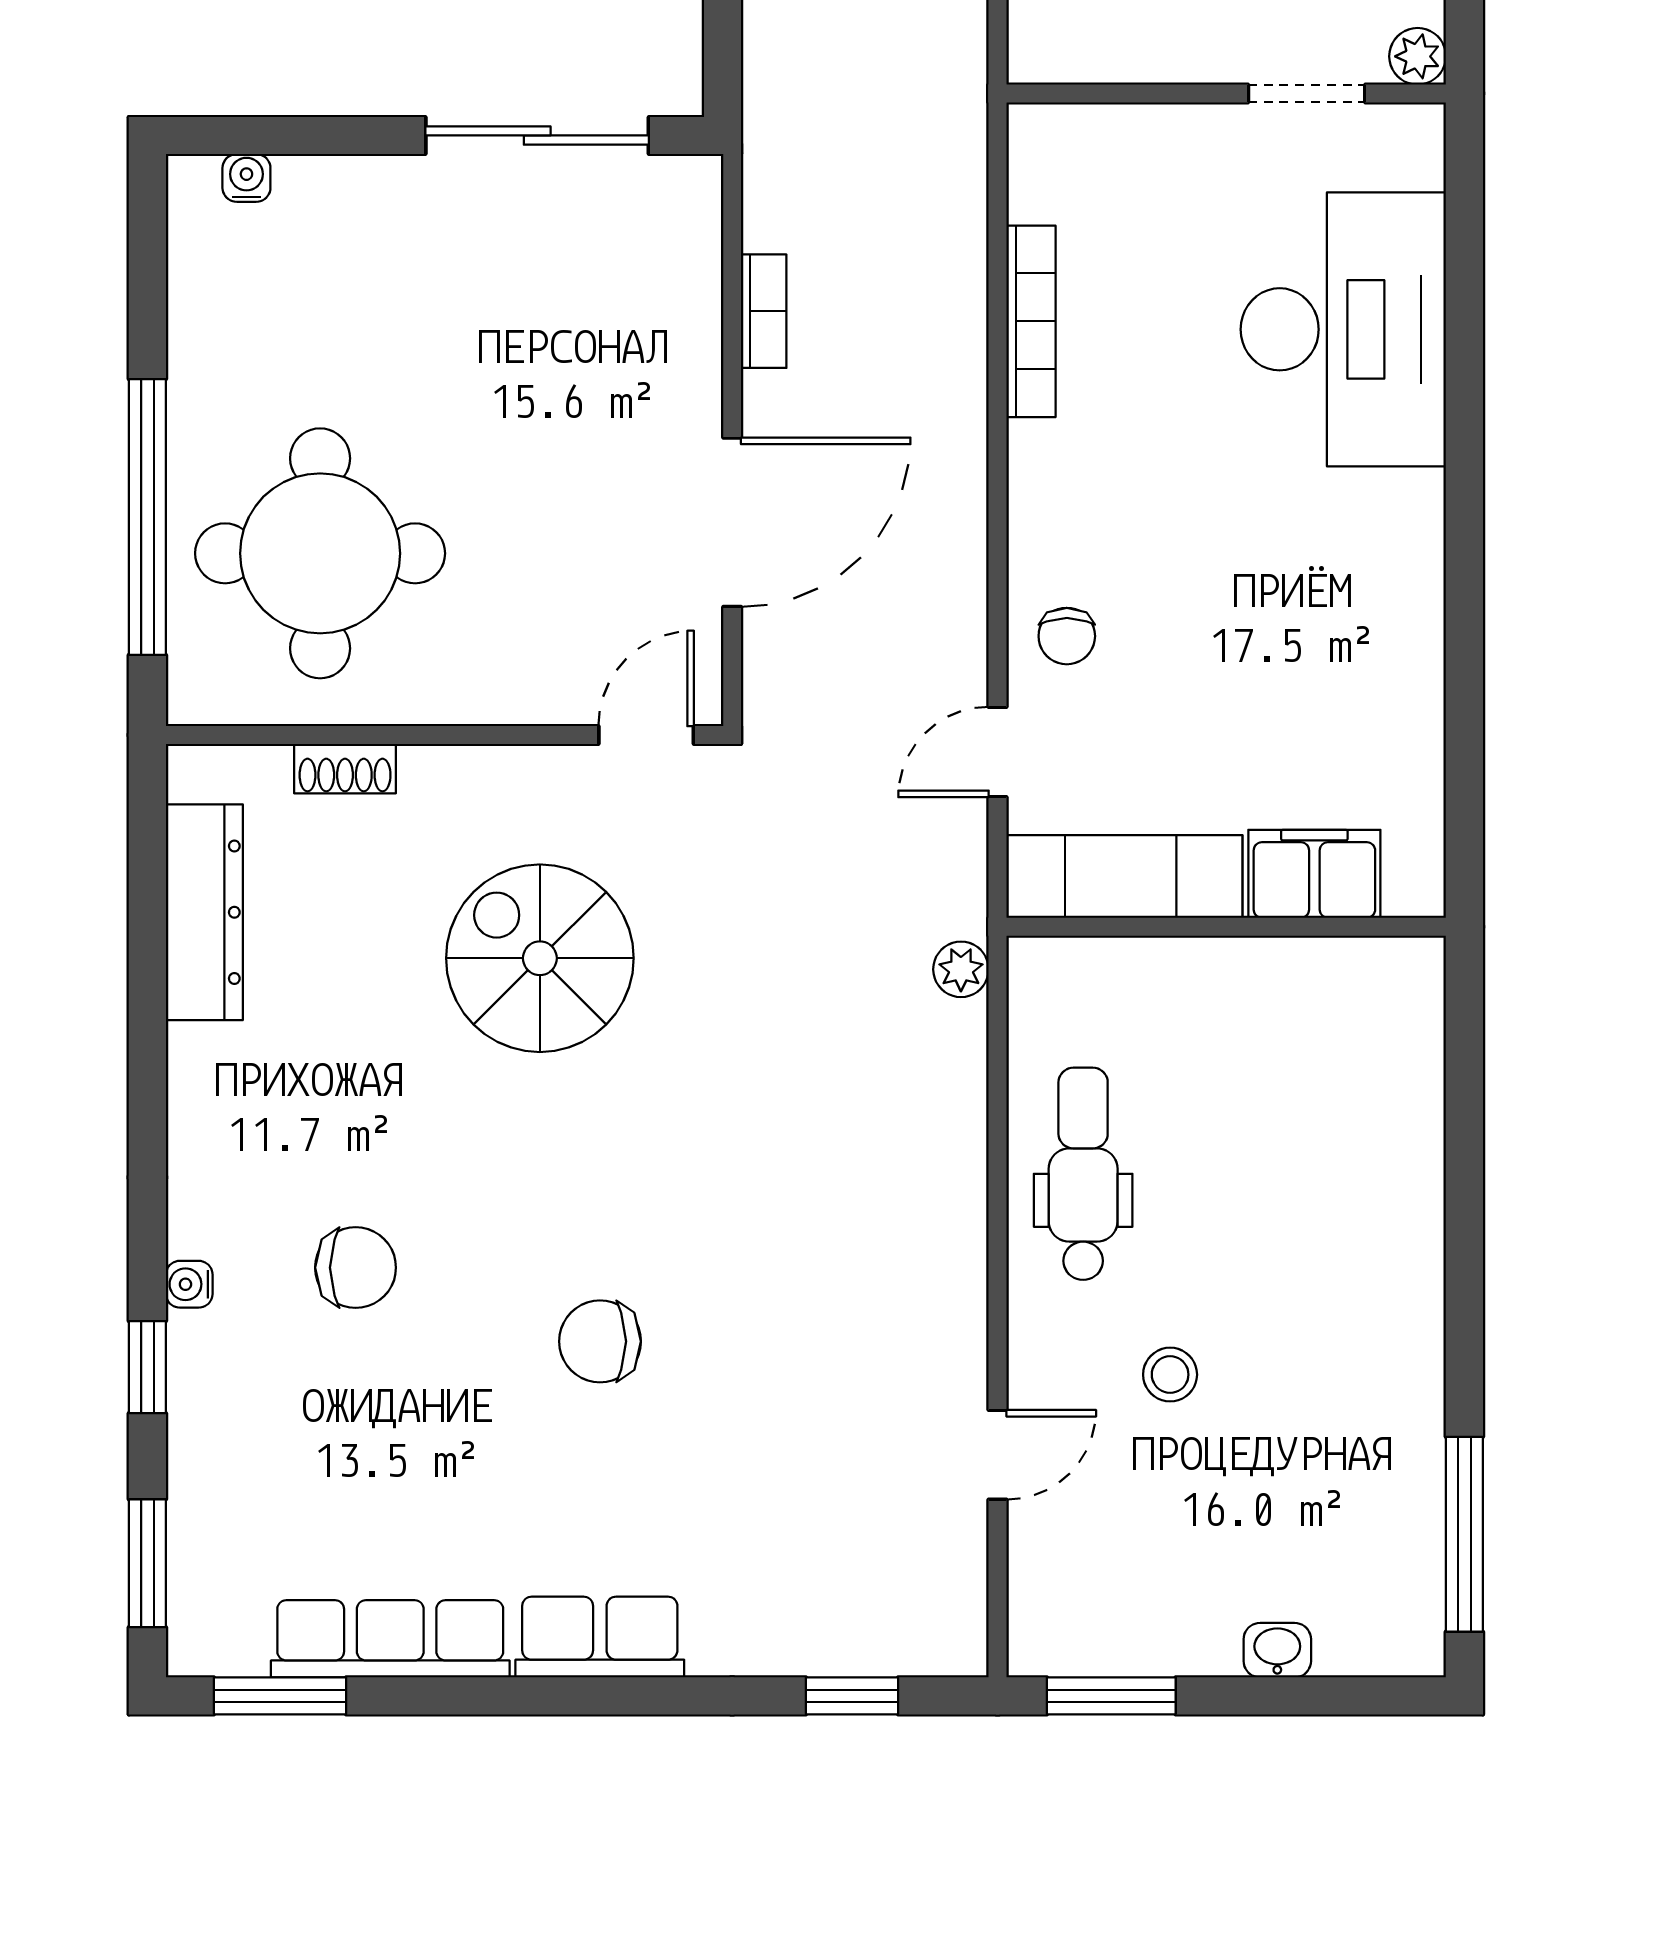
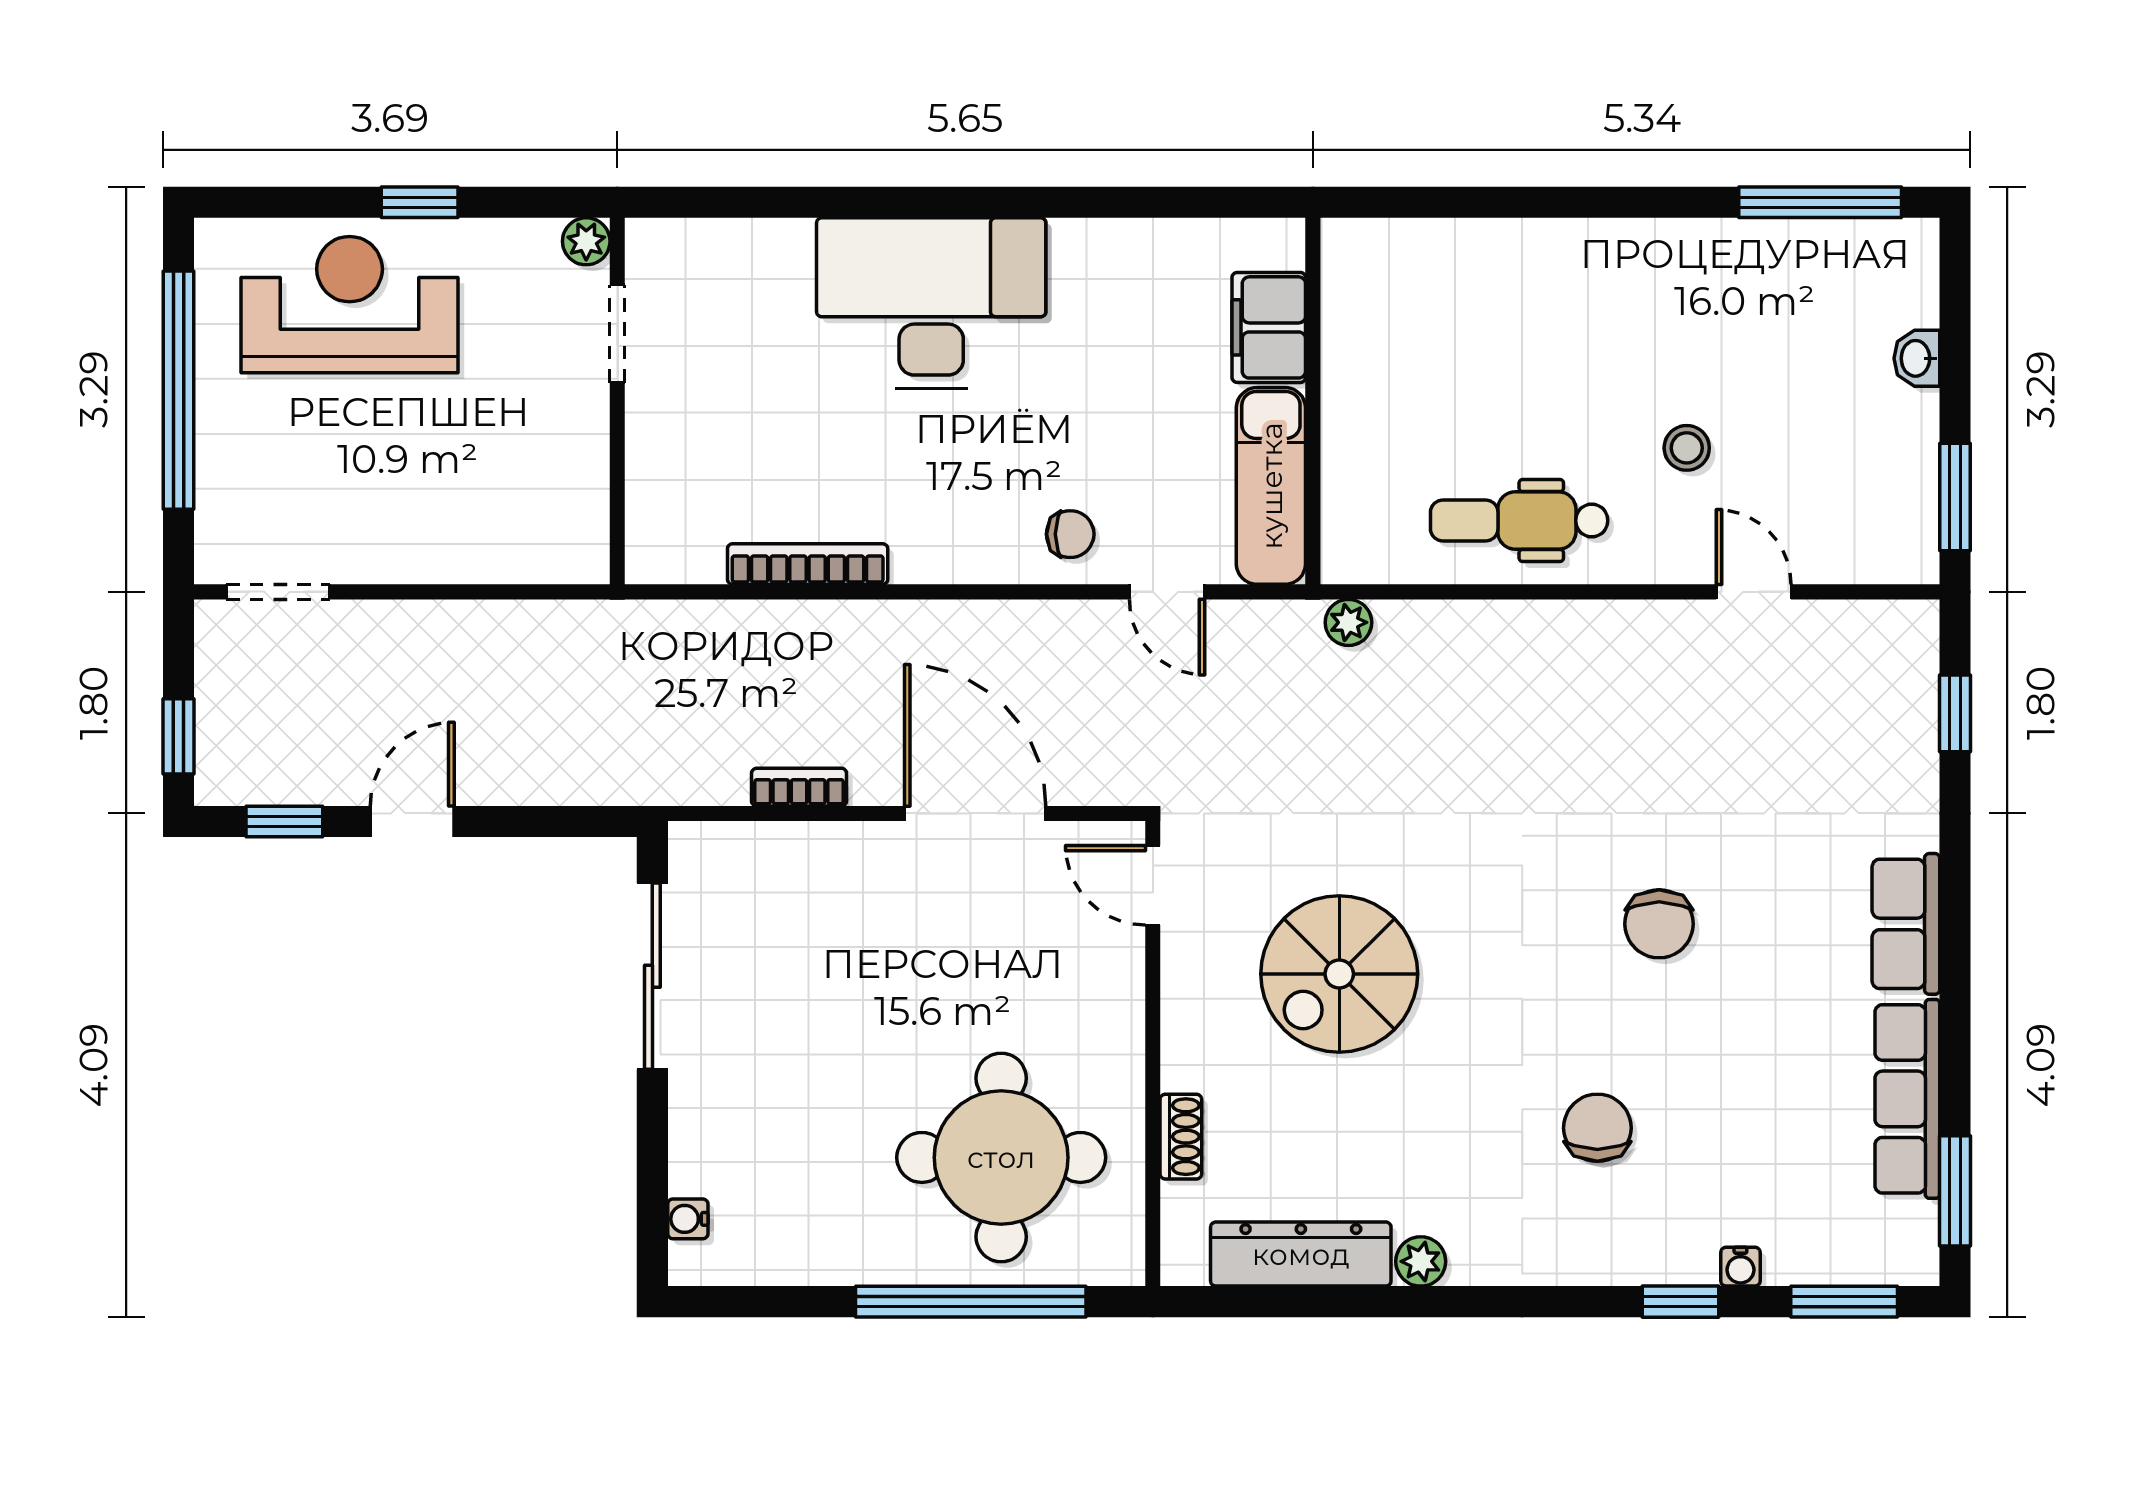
desk: (1343, 329) -> (931, 303), moved
plant: (196, 1056) -> (1421, 1261), added
water cooler: (189, 1284) -> (1740, 1267), moved

